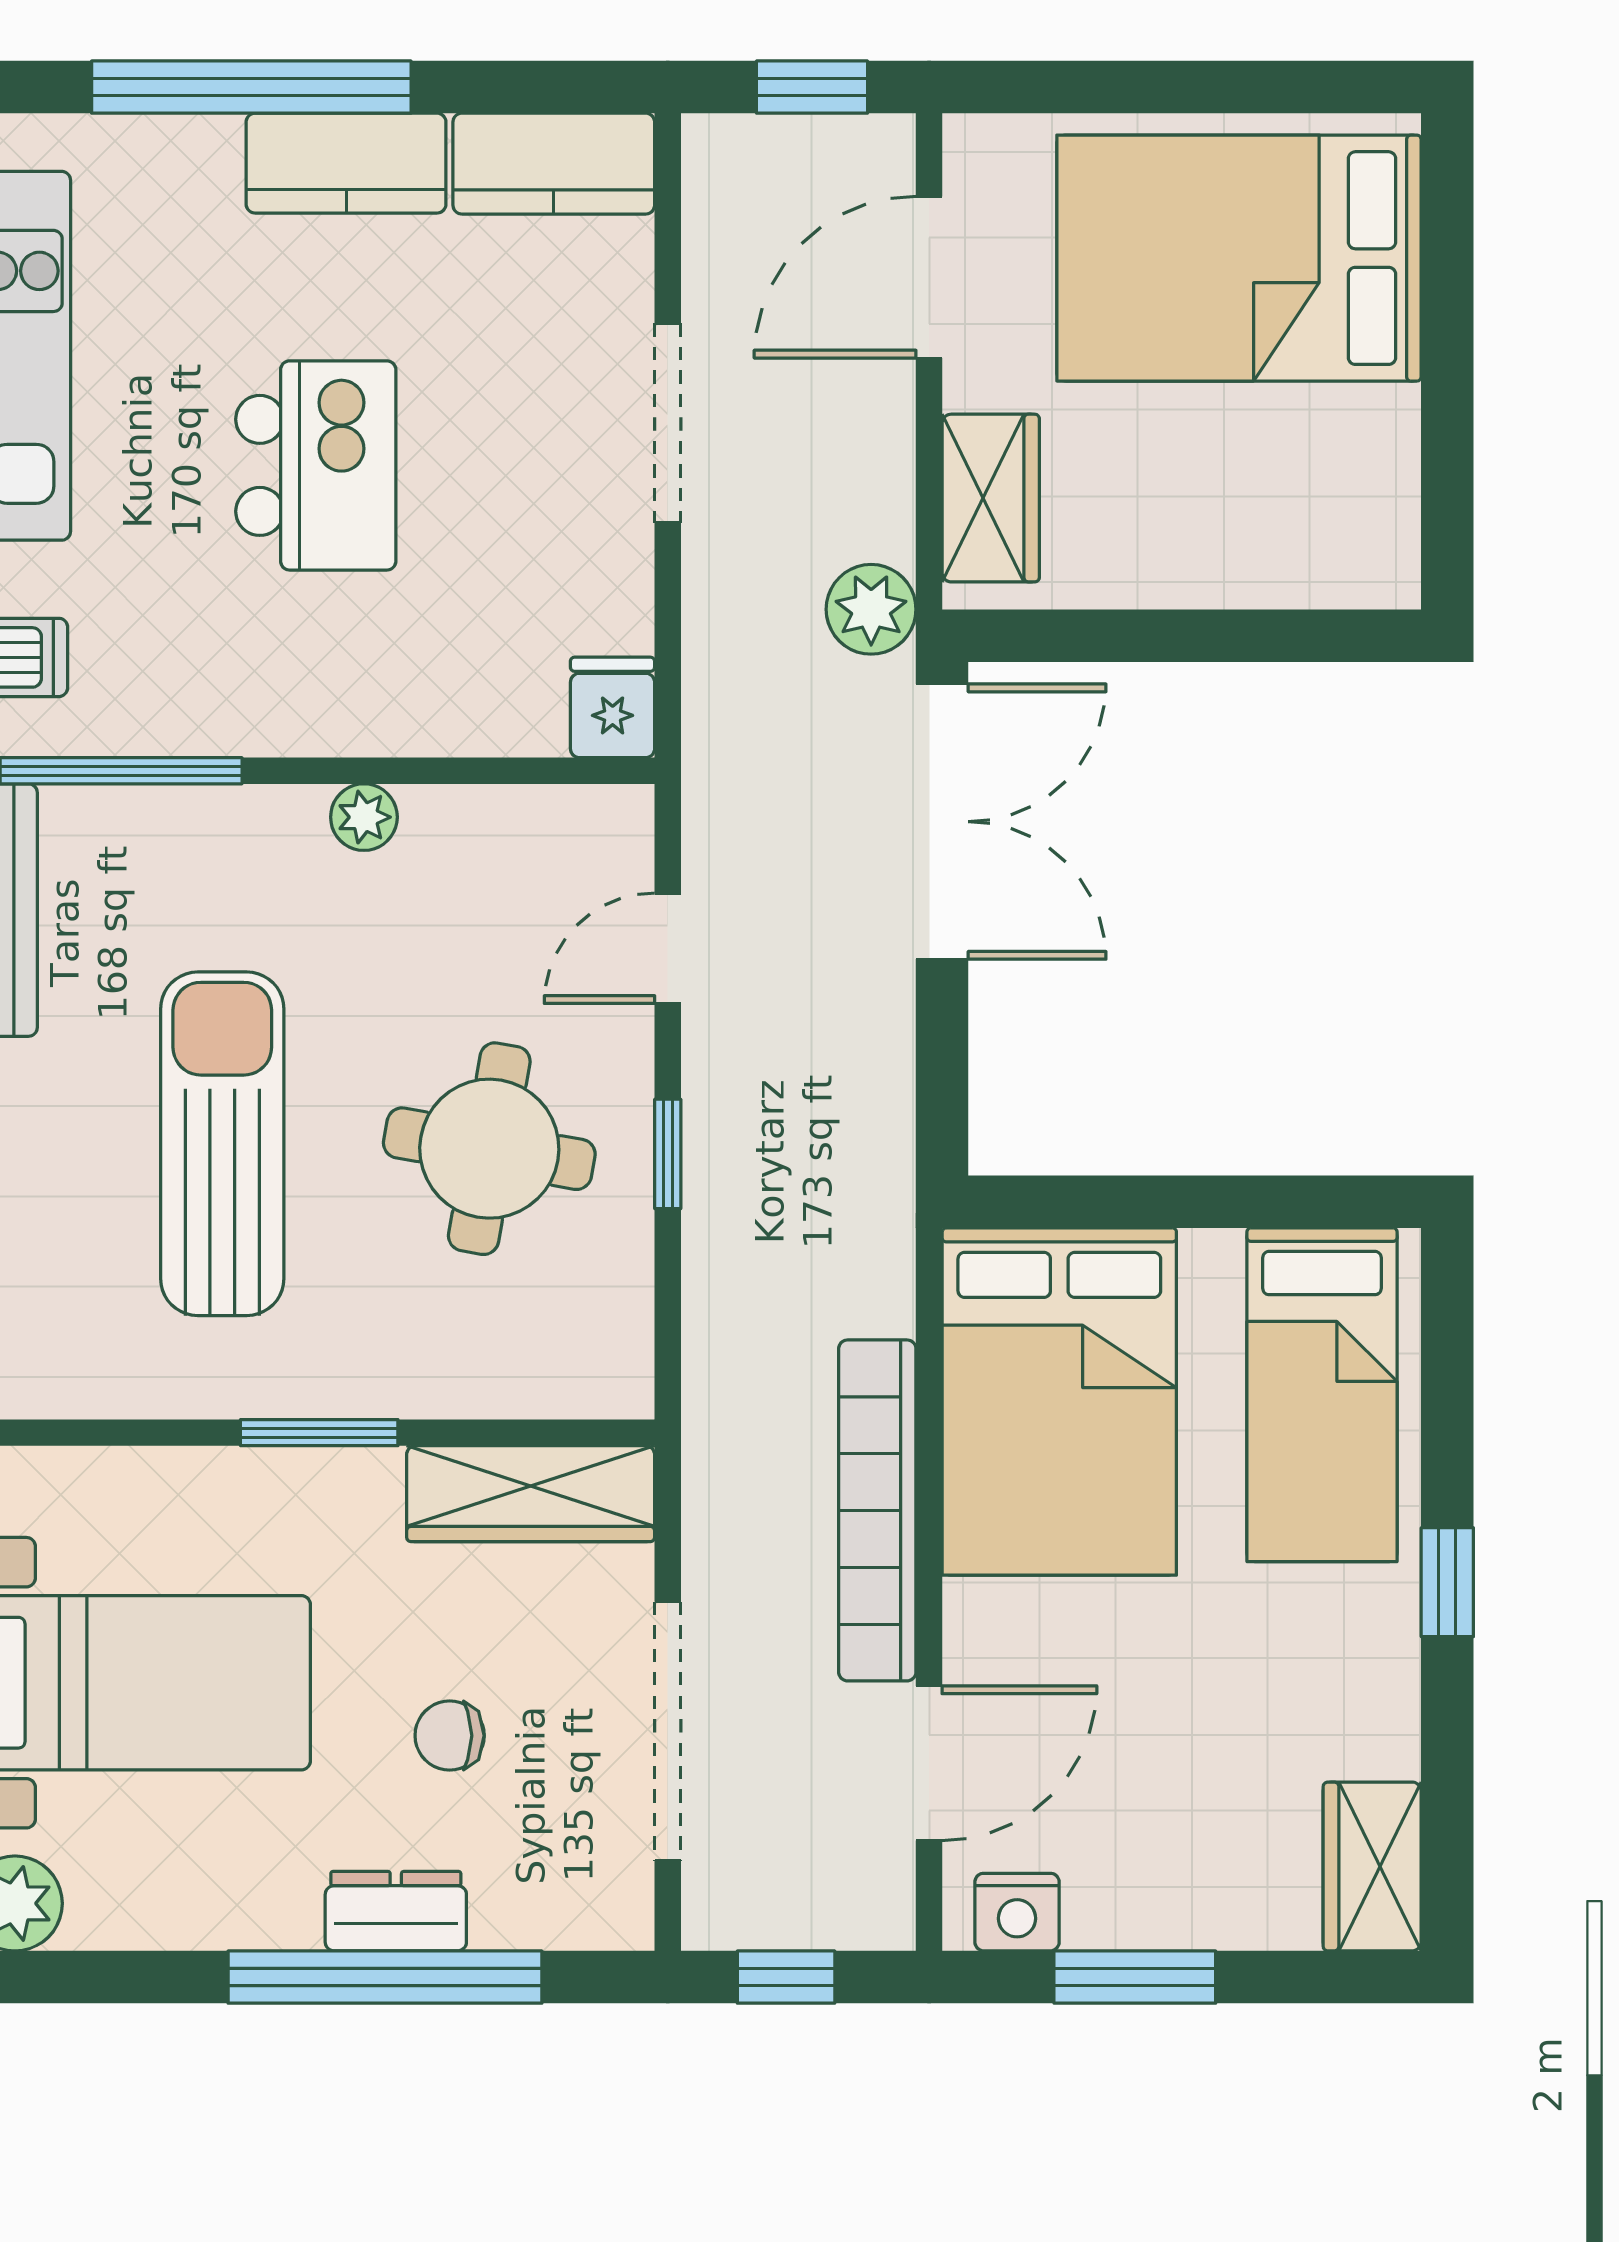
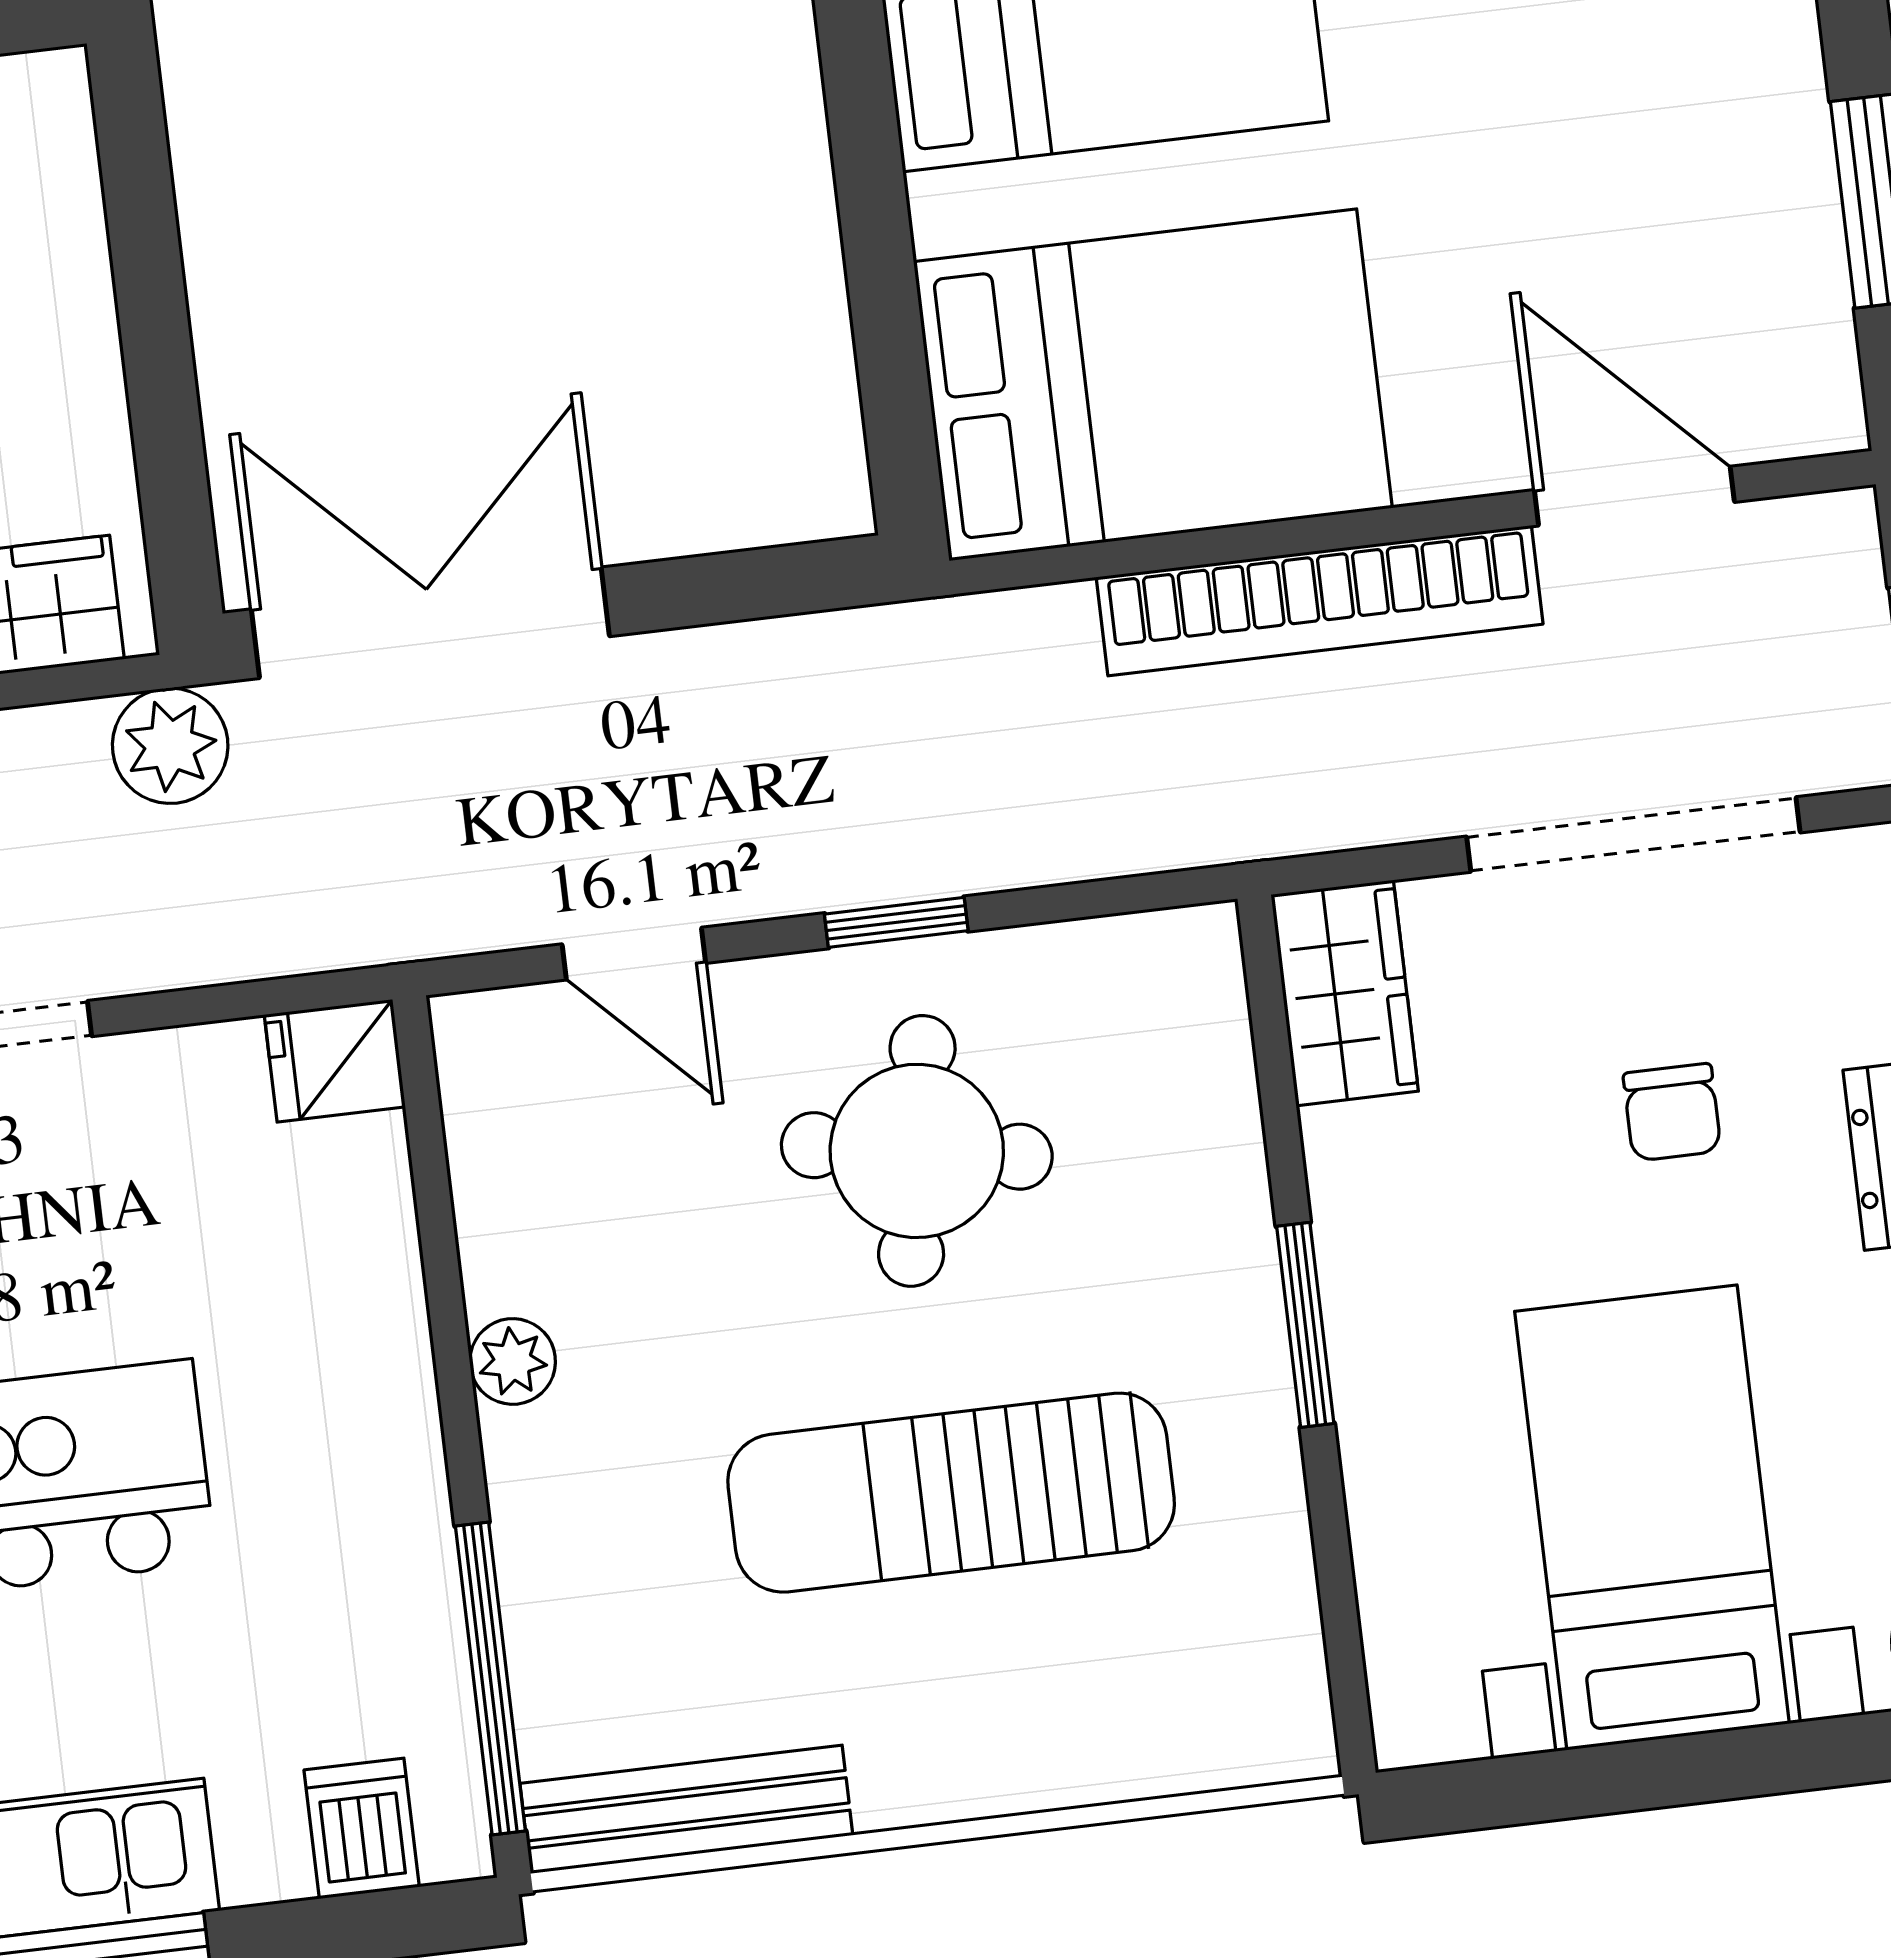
wardrobe: (531, 1494) -> (1345, 993), width x0.67
nightstand: (1017, 1912) -> (1811, 361), removed

